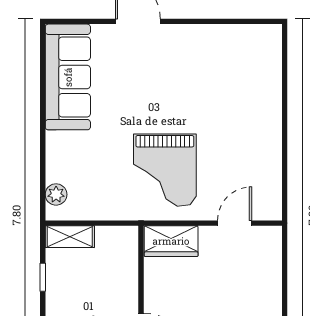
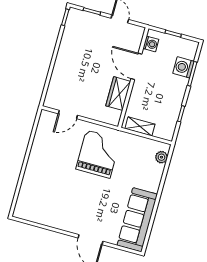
shelving: (70, 237) -> (140, 126), moved
wardrobe: (171, 241) -> (118, 94), moved, turned -90

